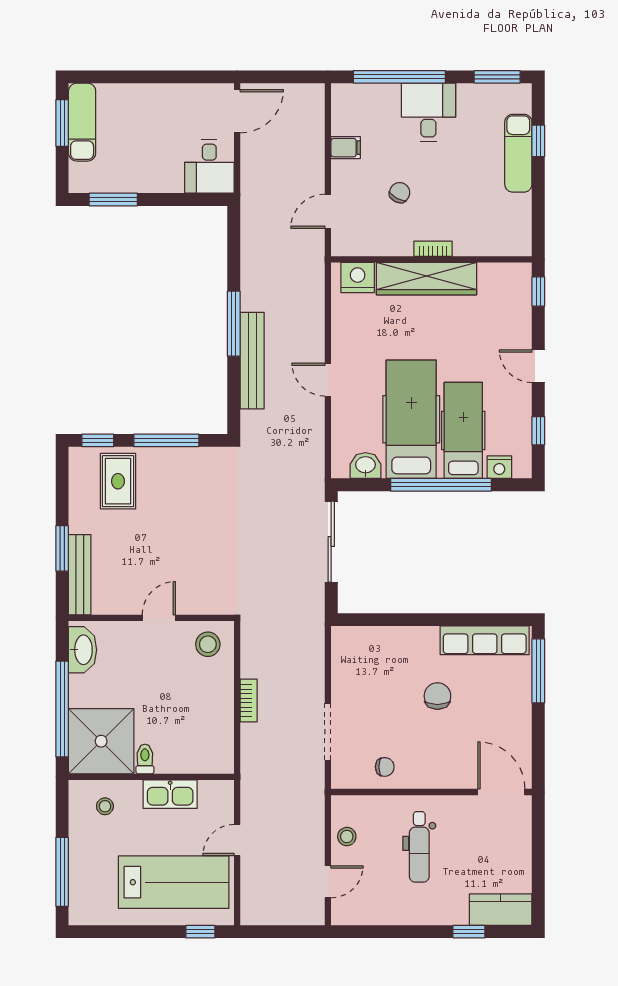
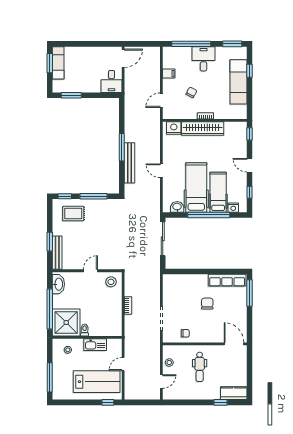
exam couch: (518, 153) -> (239, 82), width x1.36, depth x1.45
rug: (118, 481) -> (73, 213), turned 90

